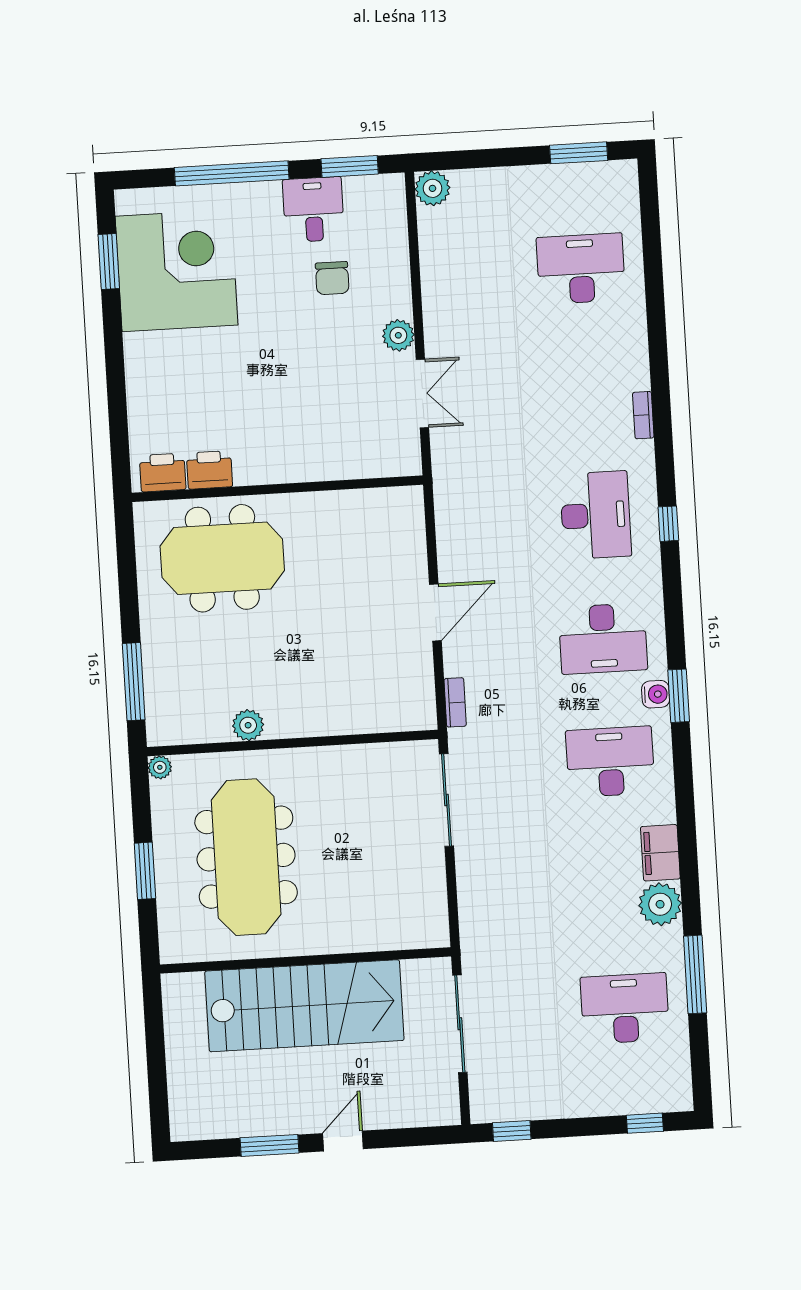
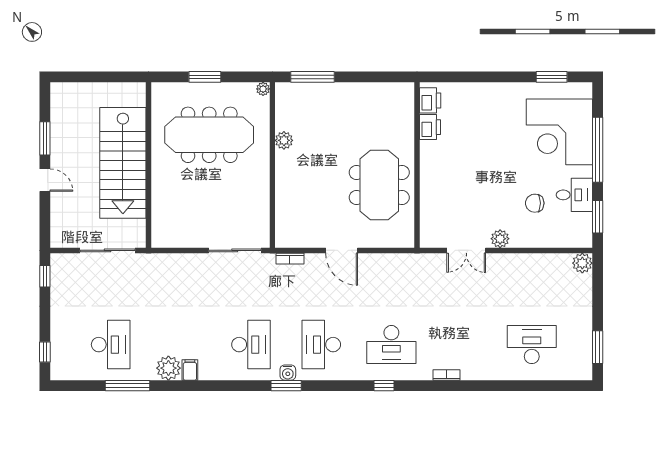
desk: (581, 269) -> (532, 345), turned -90
corner desk: (177, 271) -> (559, 132), moved, turned 90
meeting table: (222, 558) -> (379, 185), moved
filing cabinet: (660, 853) -> (190, 370), width x0.50

